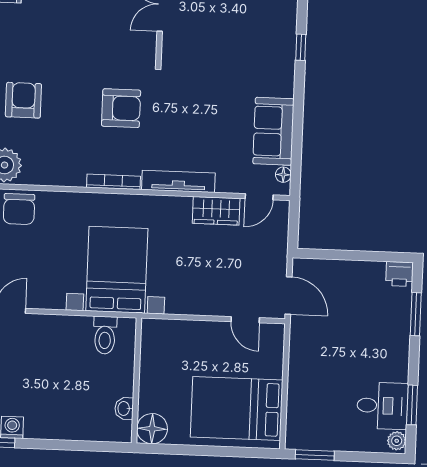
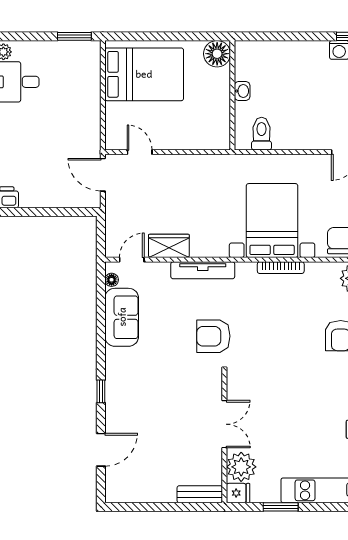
armchair: (121, 108) -> (213, 336), moved
bookcase: (113, 182) -> (281, 268), moved
bed with nightstands: (117, 270) -> (272, 221), moved, turned 180
washbasin: (124, 408) -> (242, 91), moved

